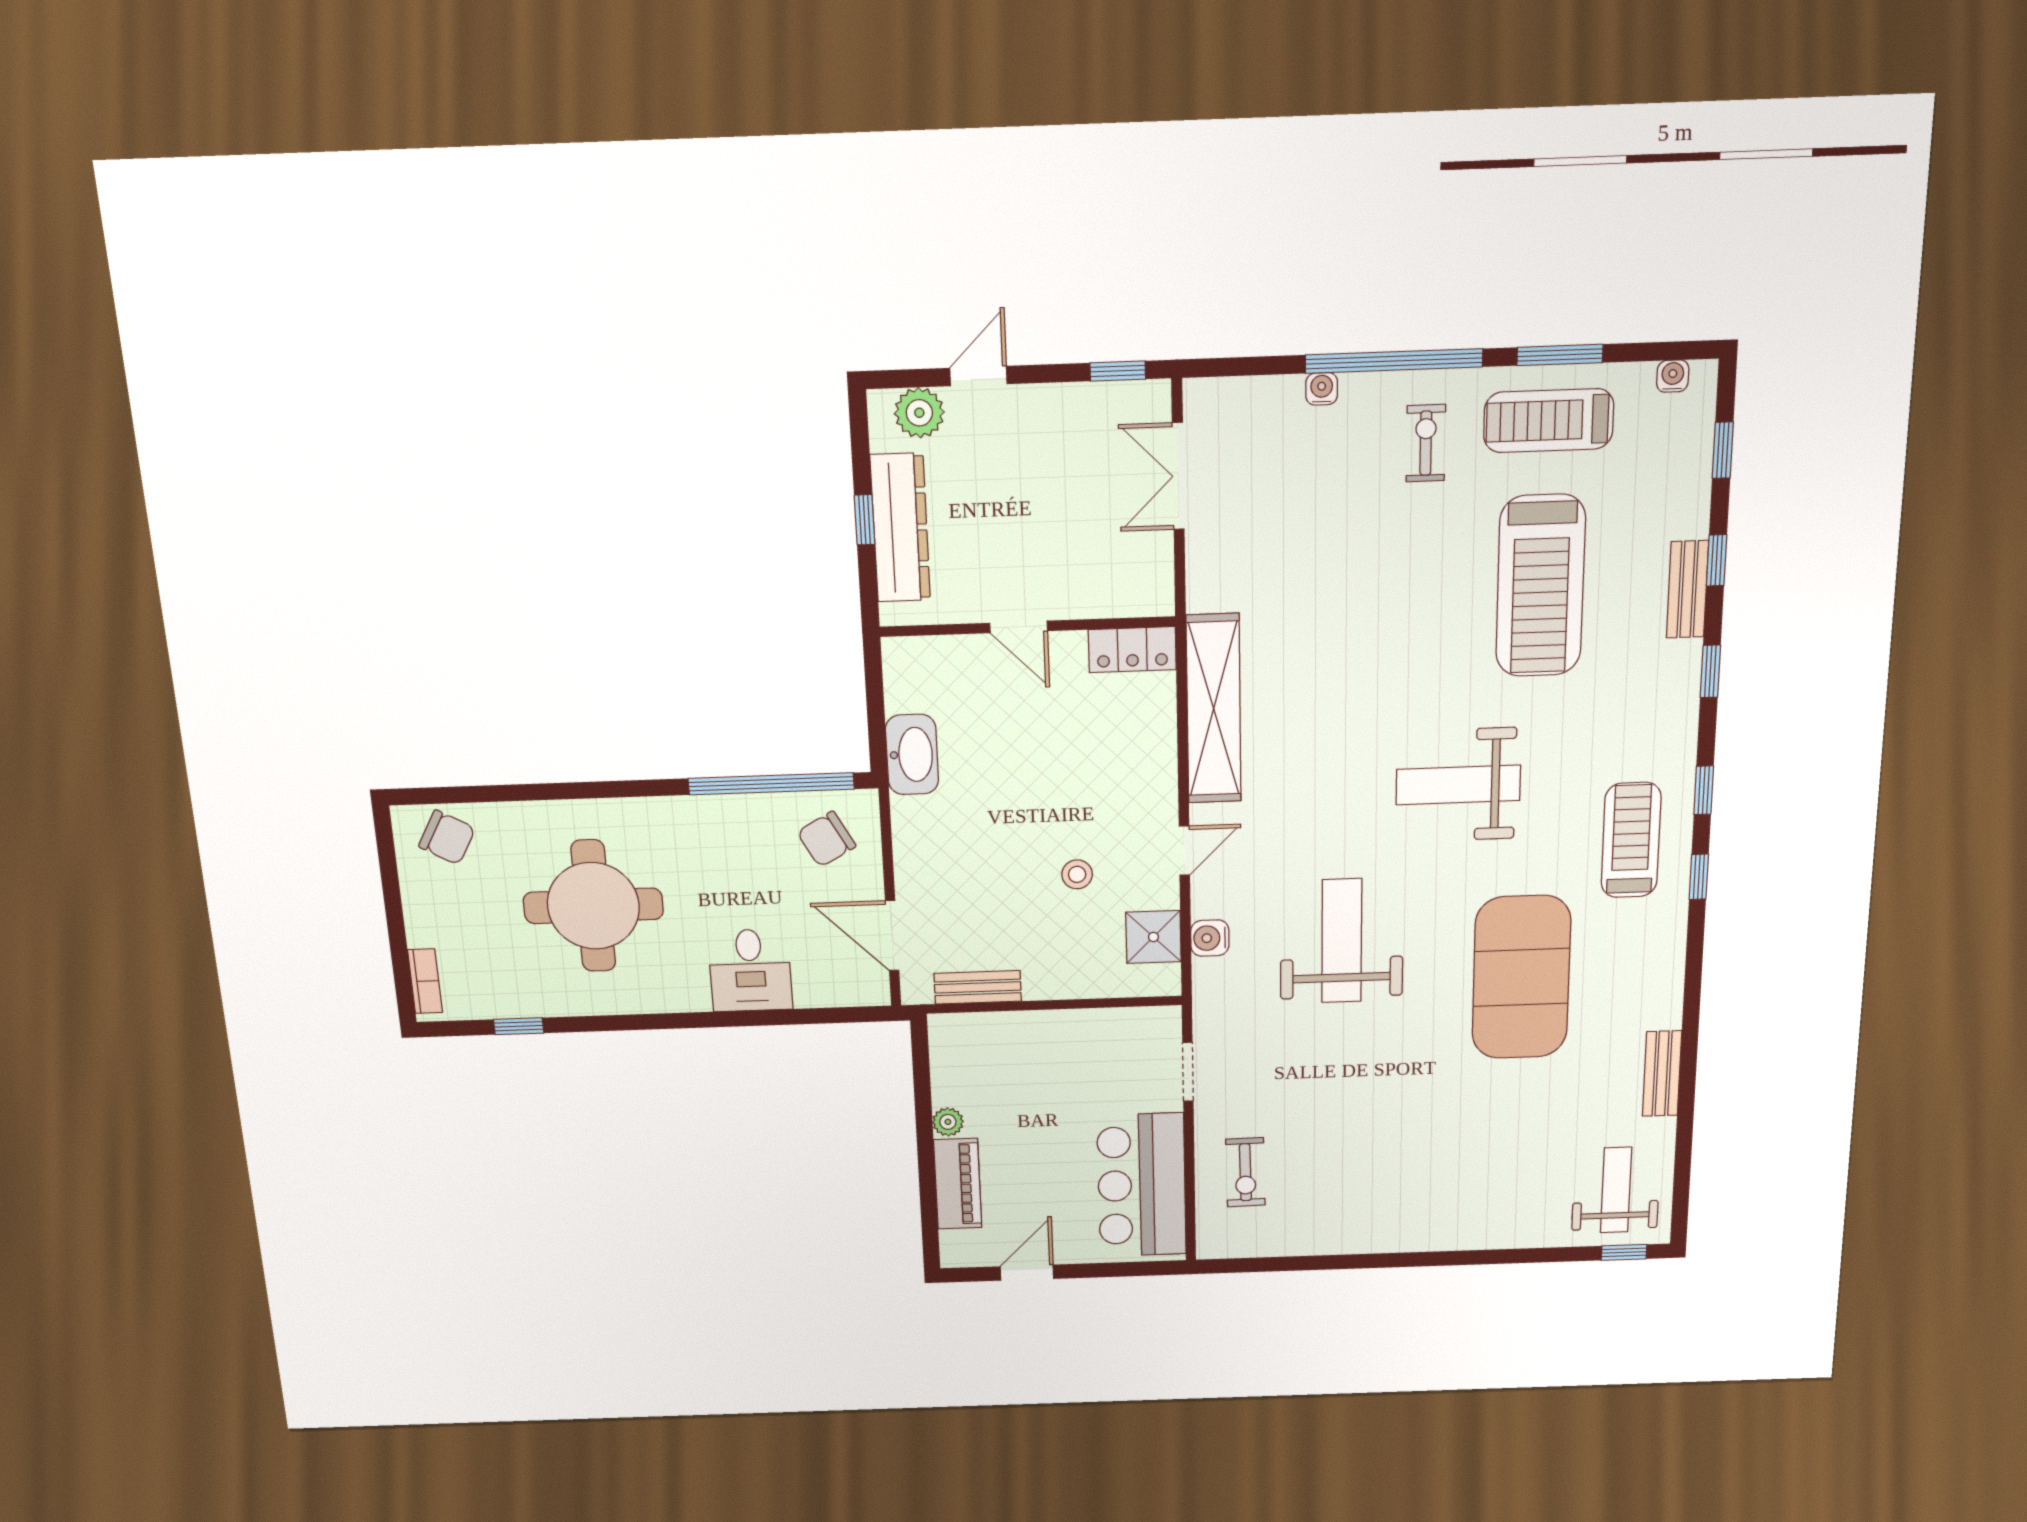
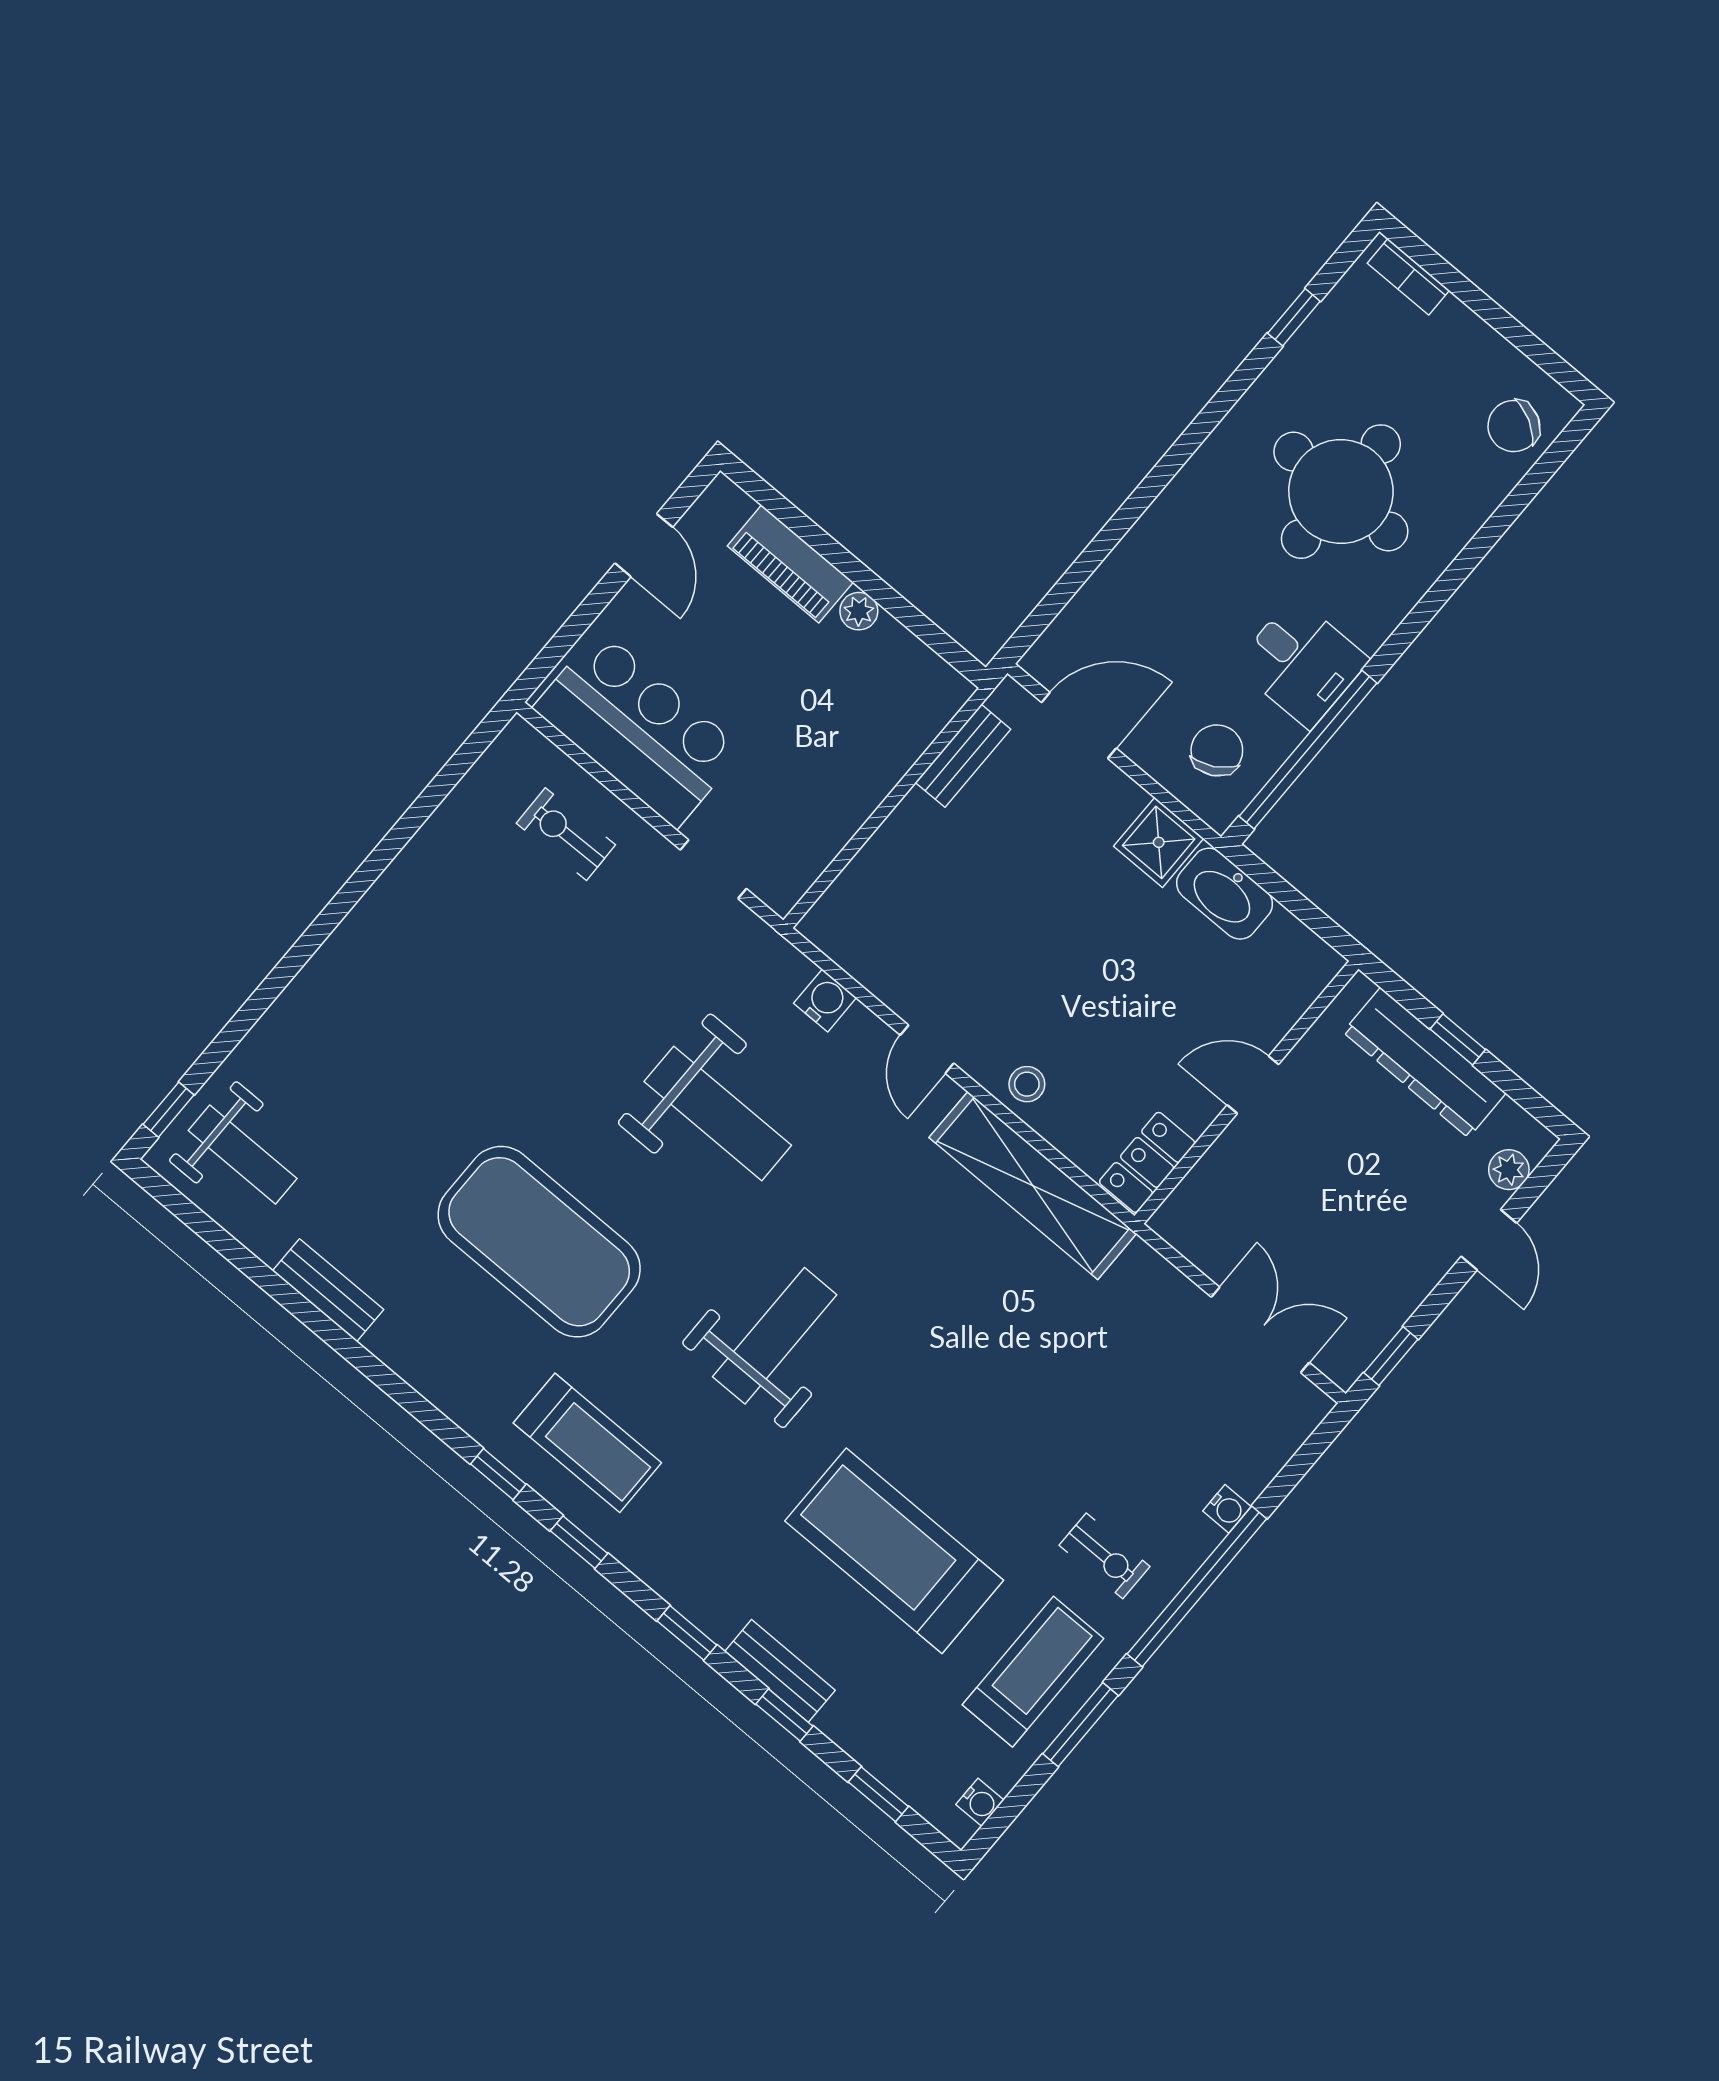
plant: (919, 413) -> (1509, 1170), width x0.73, depth x0.73
stool: (1077, 874) -> (1027, 1084), moved
shower: (1153, 937) -> (1159, 842), moved
desk: (750, 970) -> (1302, 663), moved, turned 180

